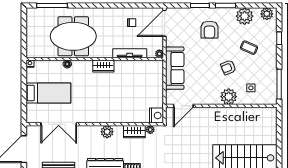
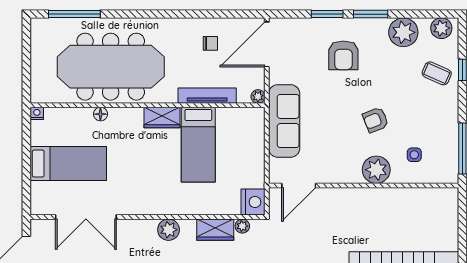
meeting table: (73, 36) -> (111, 67), width x1.36
coffee table: (249, 48) -> (437, 73), moved
bed: (125, 82) -> (198, 145), added

